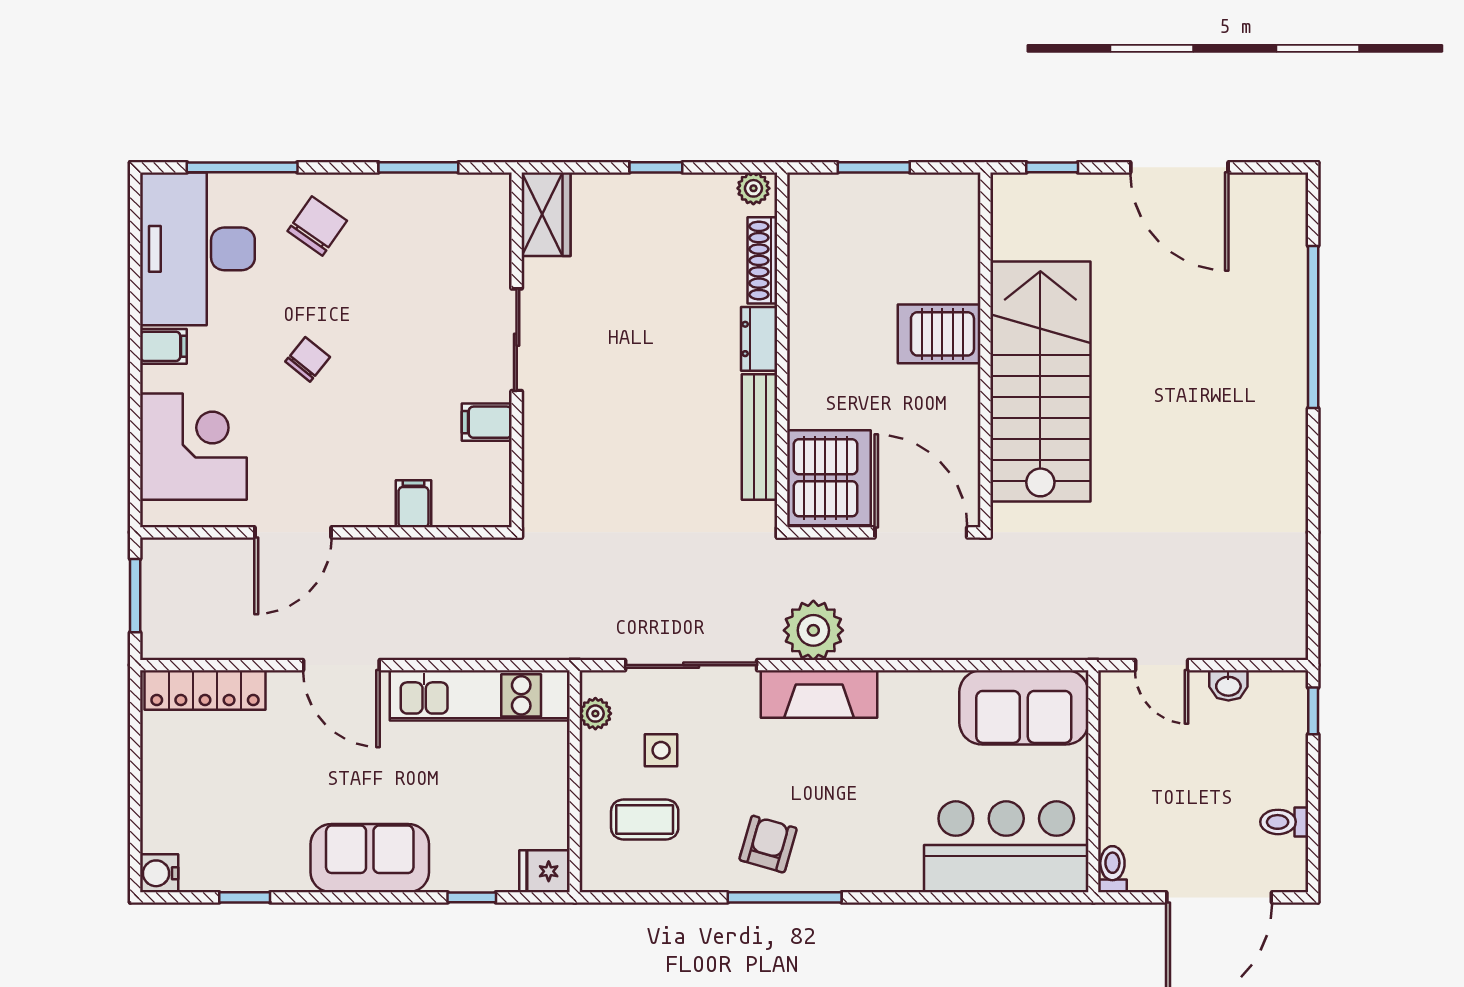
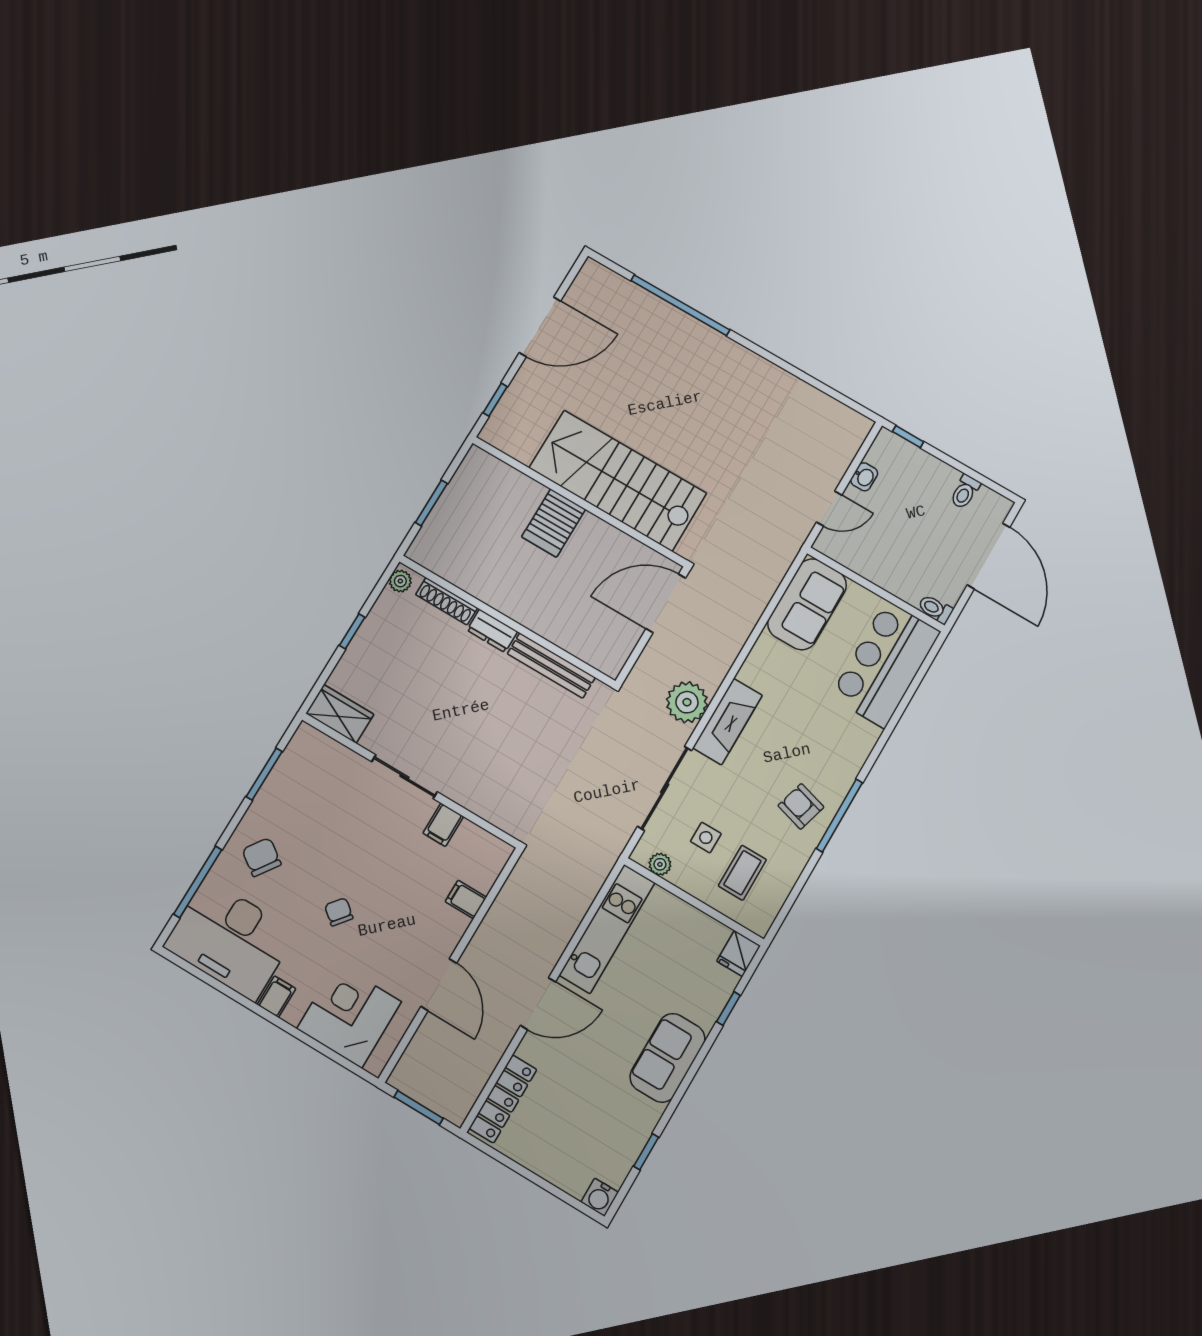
server rack: (829, 478) -> (600, 639), removed

